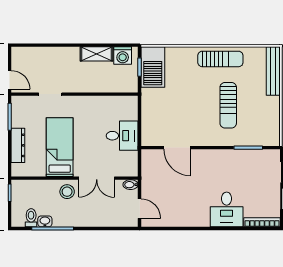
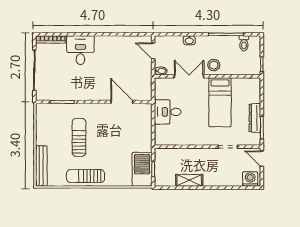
washing machine: (123, 56) -> (250, 179), moved
dresser: (18, 145) -> (255, 118), moved
washbasin: (45, 221) -> (189, 40), moved

